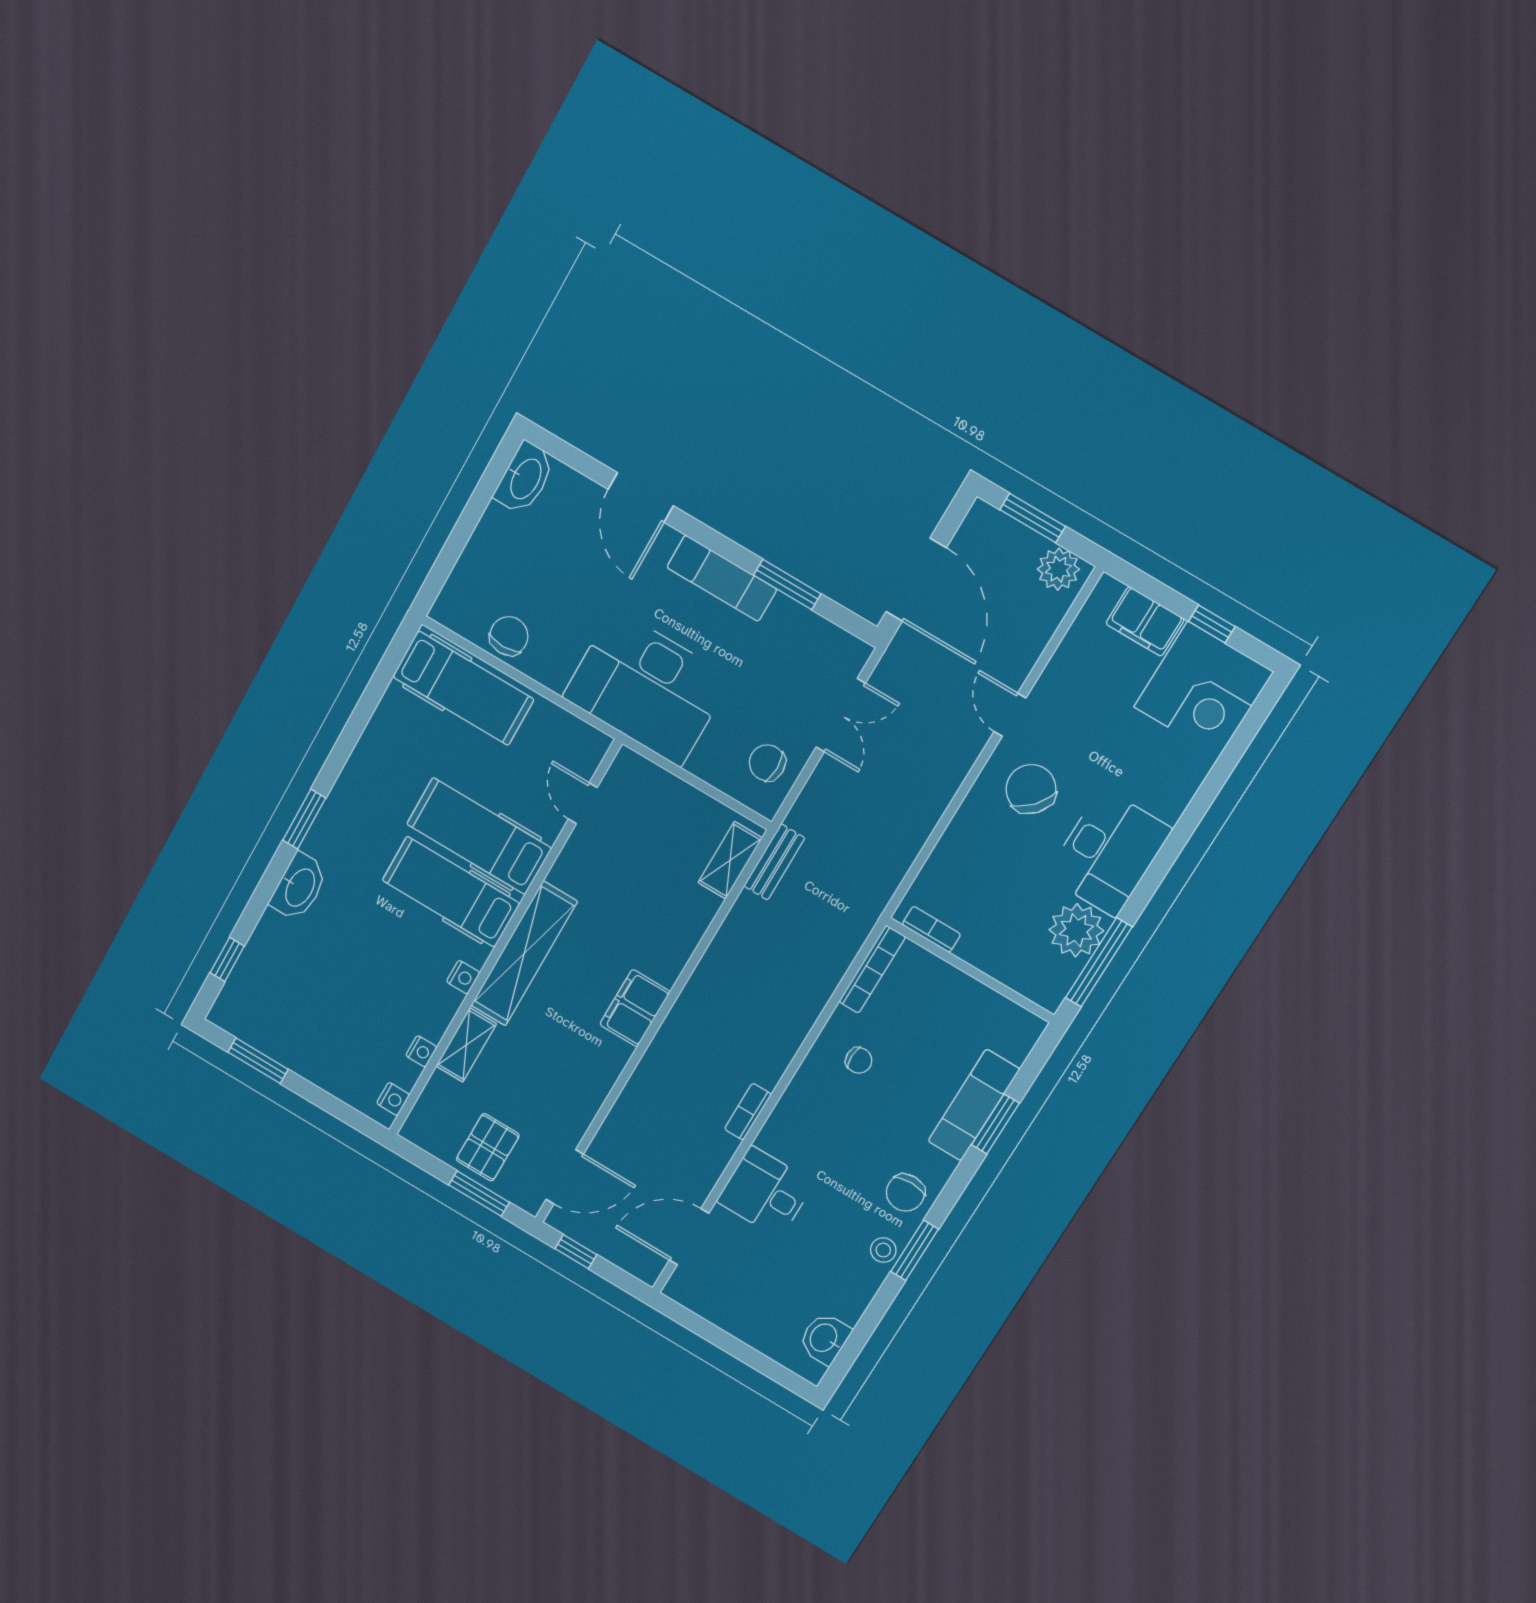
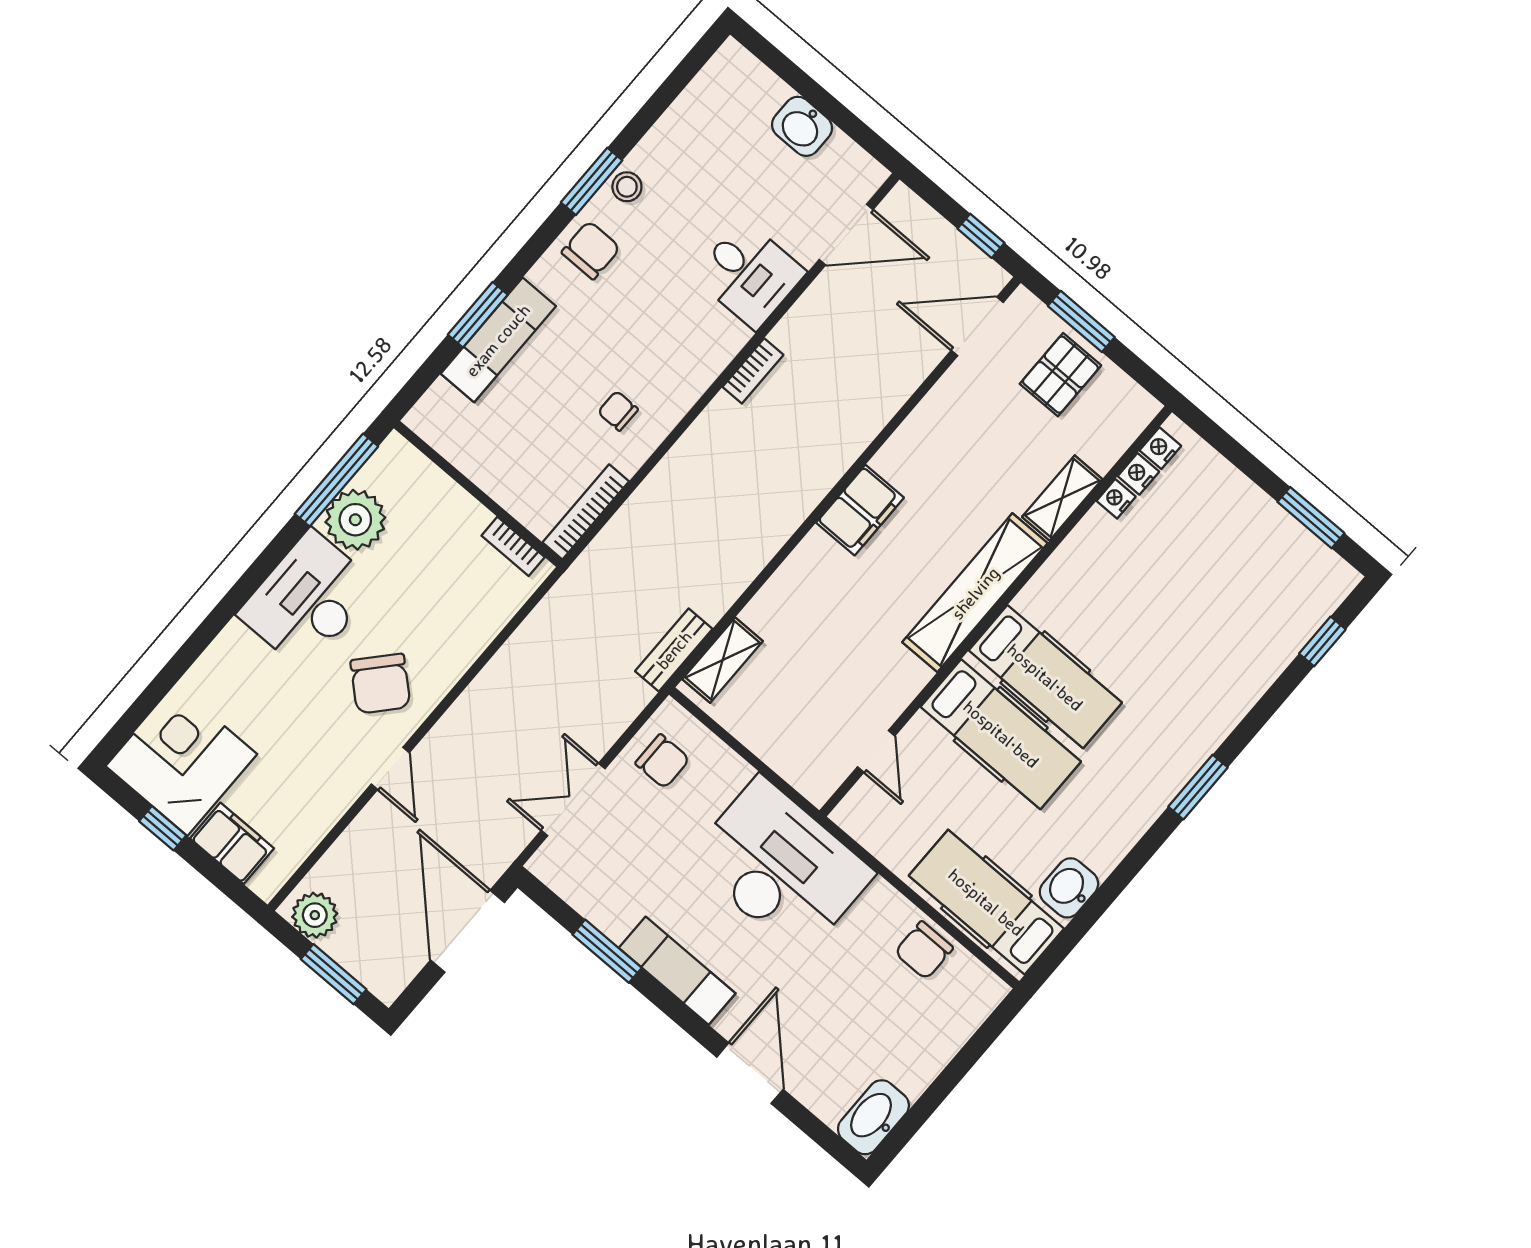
washbasin: (299, 887) -> (1069, 888), moved, width x0.72
nightstand: (463, 977) -> (1138, 474), moved
washbasin: (824, 1338) -> (802, 126), moved, turned 90

